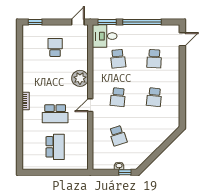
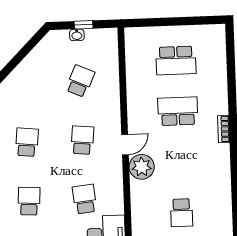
door: (90, 105) -> (125, 145), moved
school desk: (118, 136) -> (80, 81), turned 42
school desk: (55, 147) -> (176, 60), turned -90
window: (125, 172) -> (84, 25), moved

